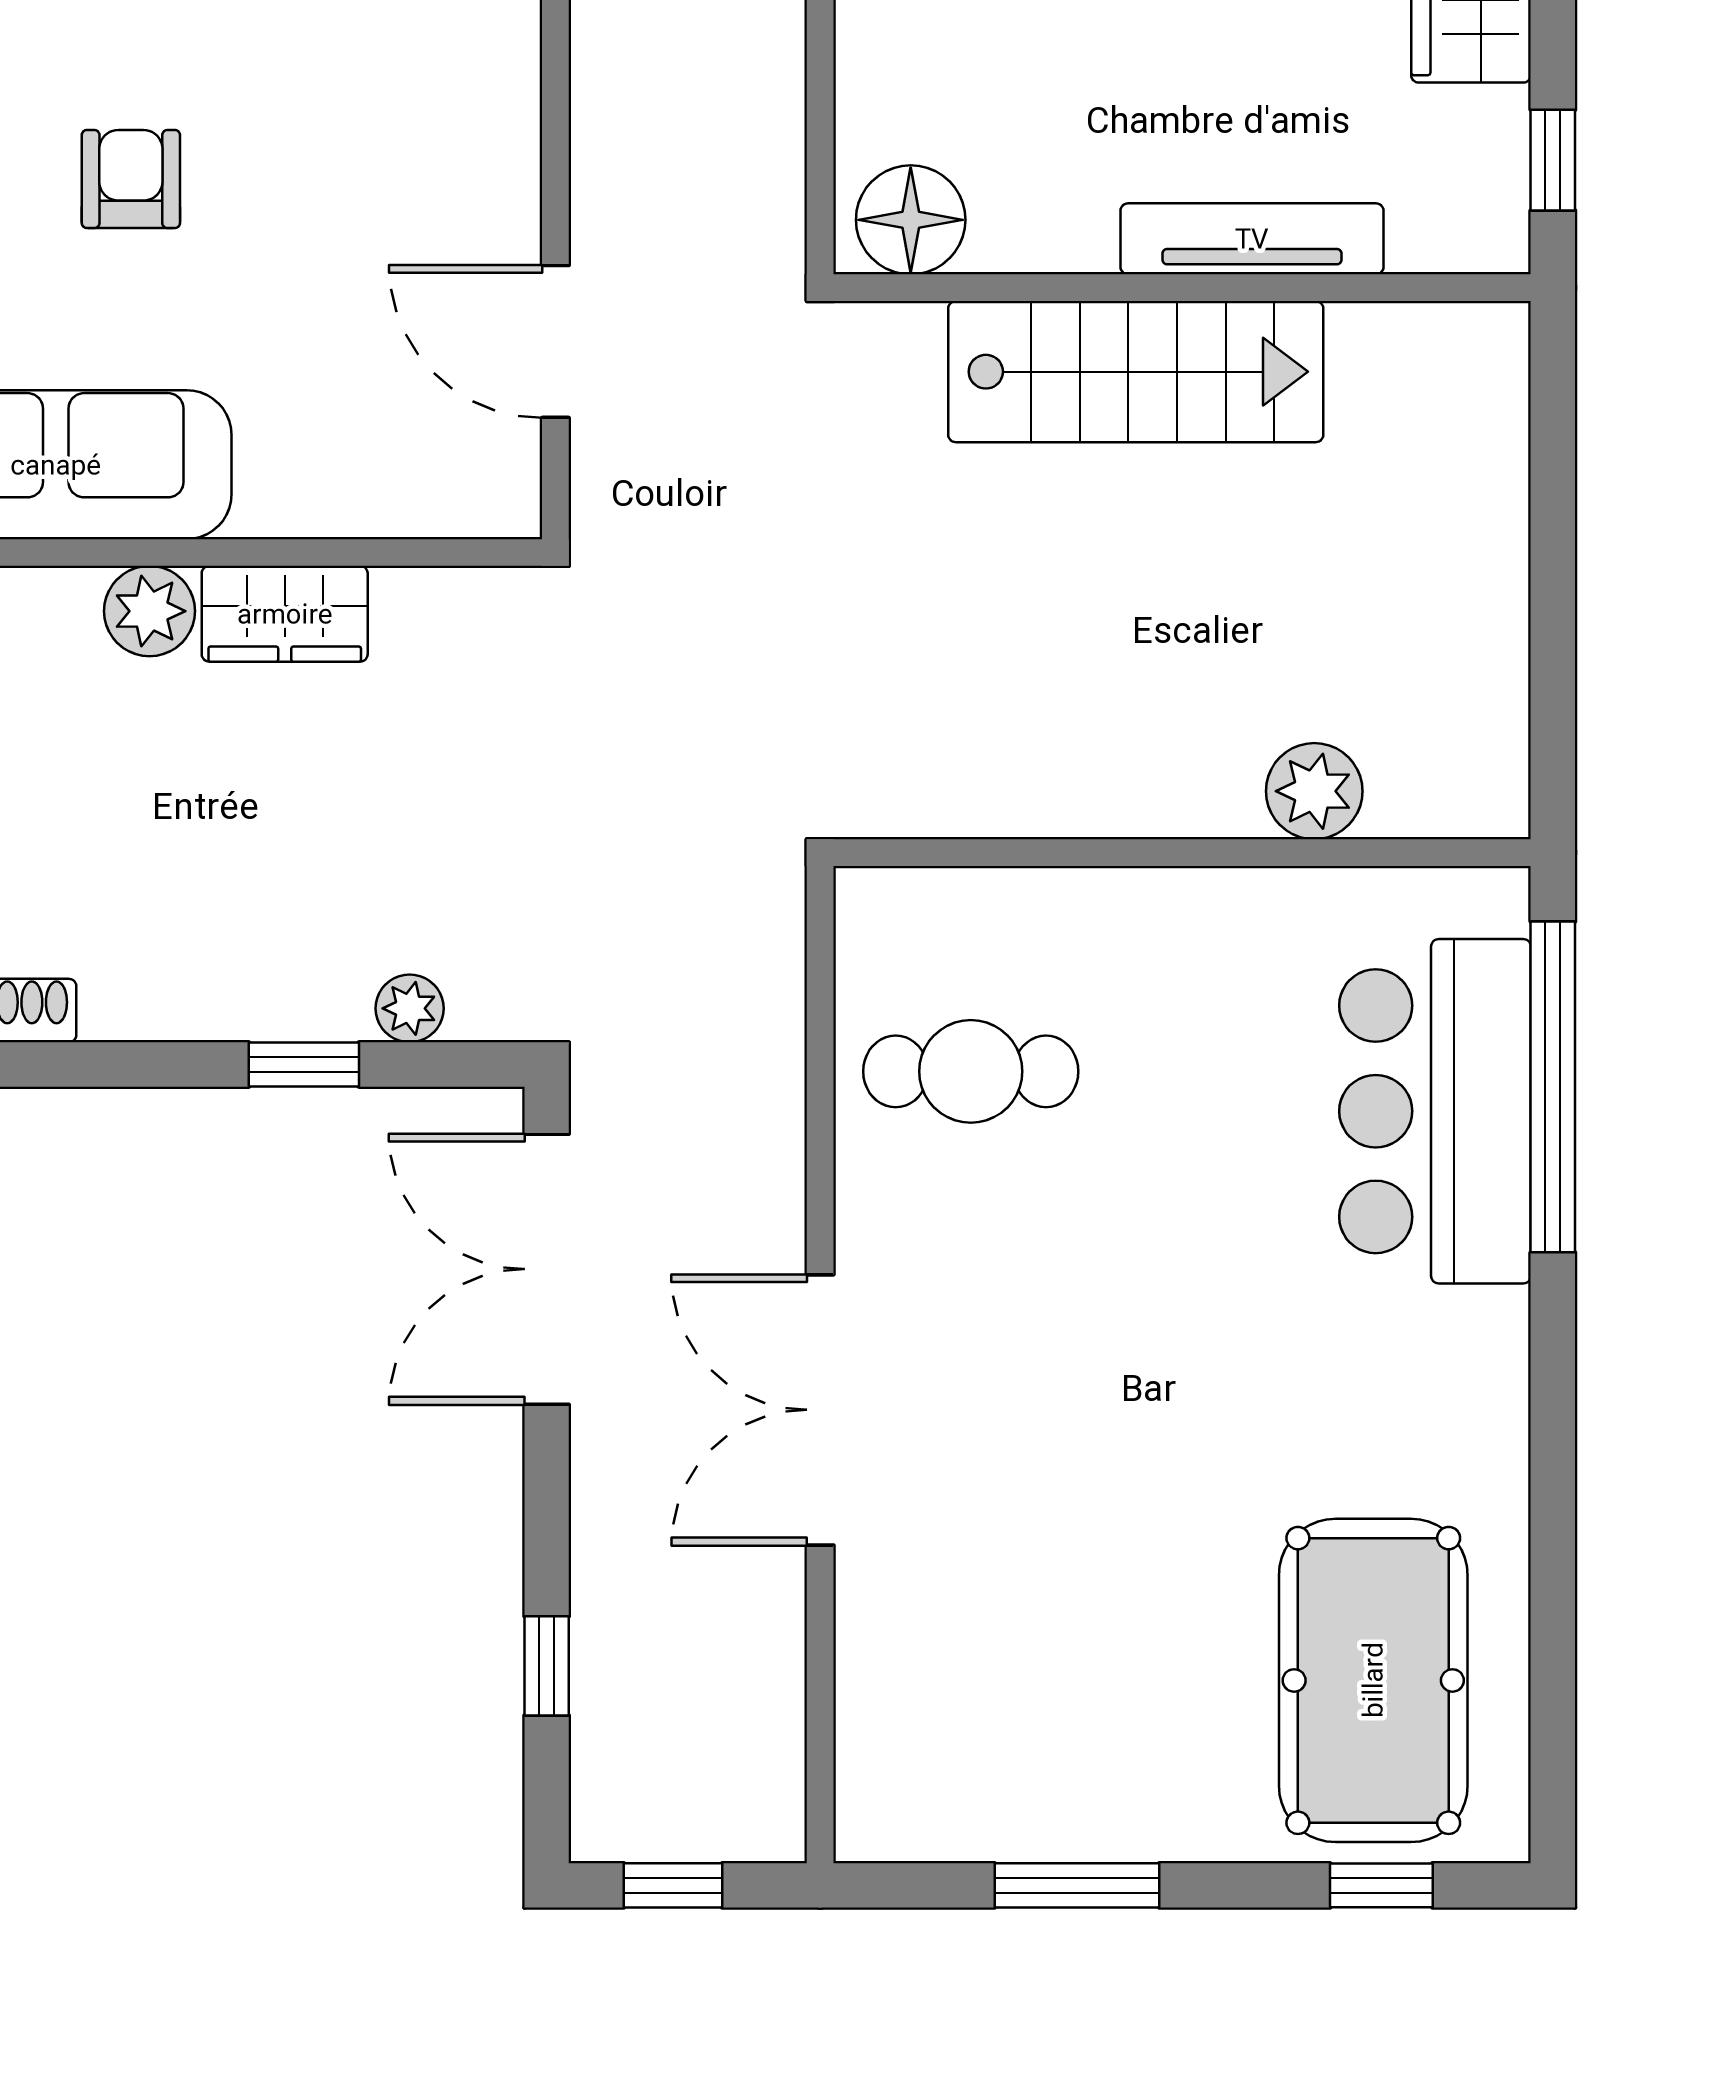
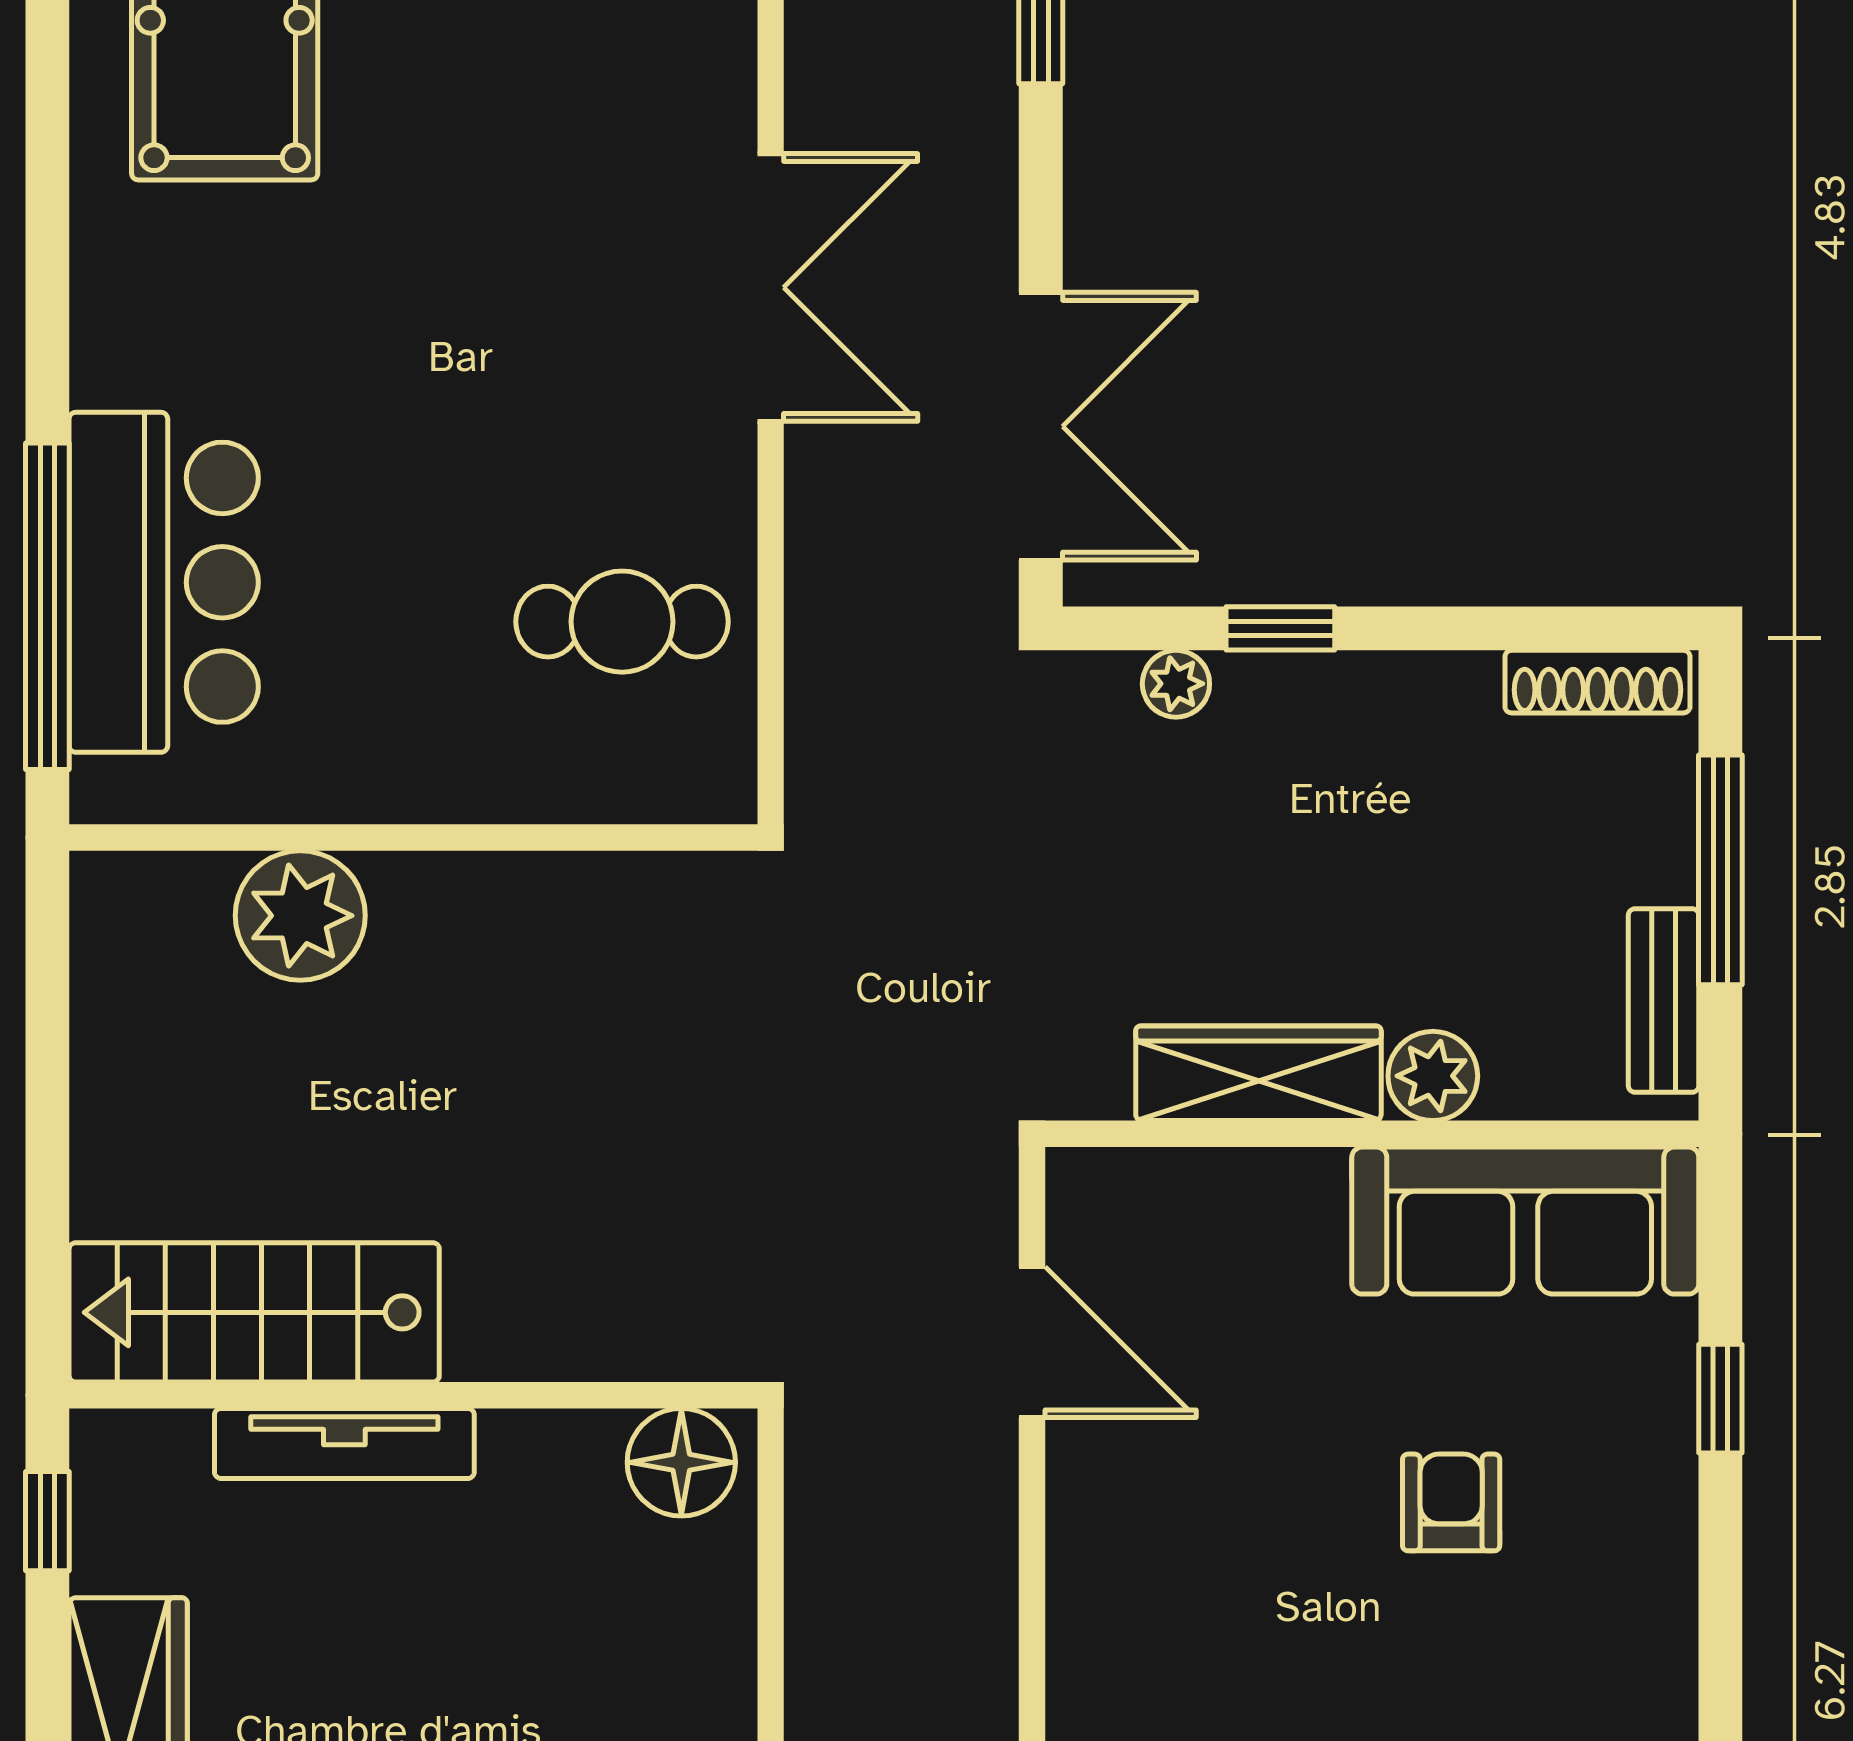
armchair: (131, 179) -> (1451, 1502), turned 180
stairs: (1136, 372) -> (254, 1312), moved
wardrobe: (285, 614) -> (1258, 1073), width x1.50
plant: (1314, 791) -> (300, 916), width x1.36, depth x1.36

